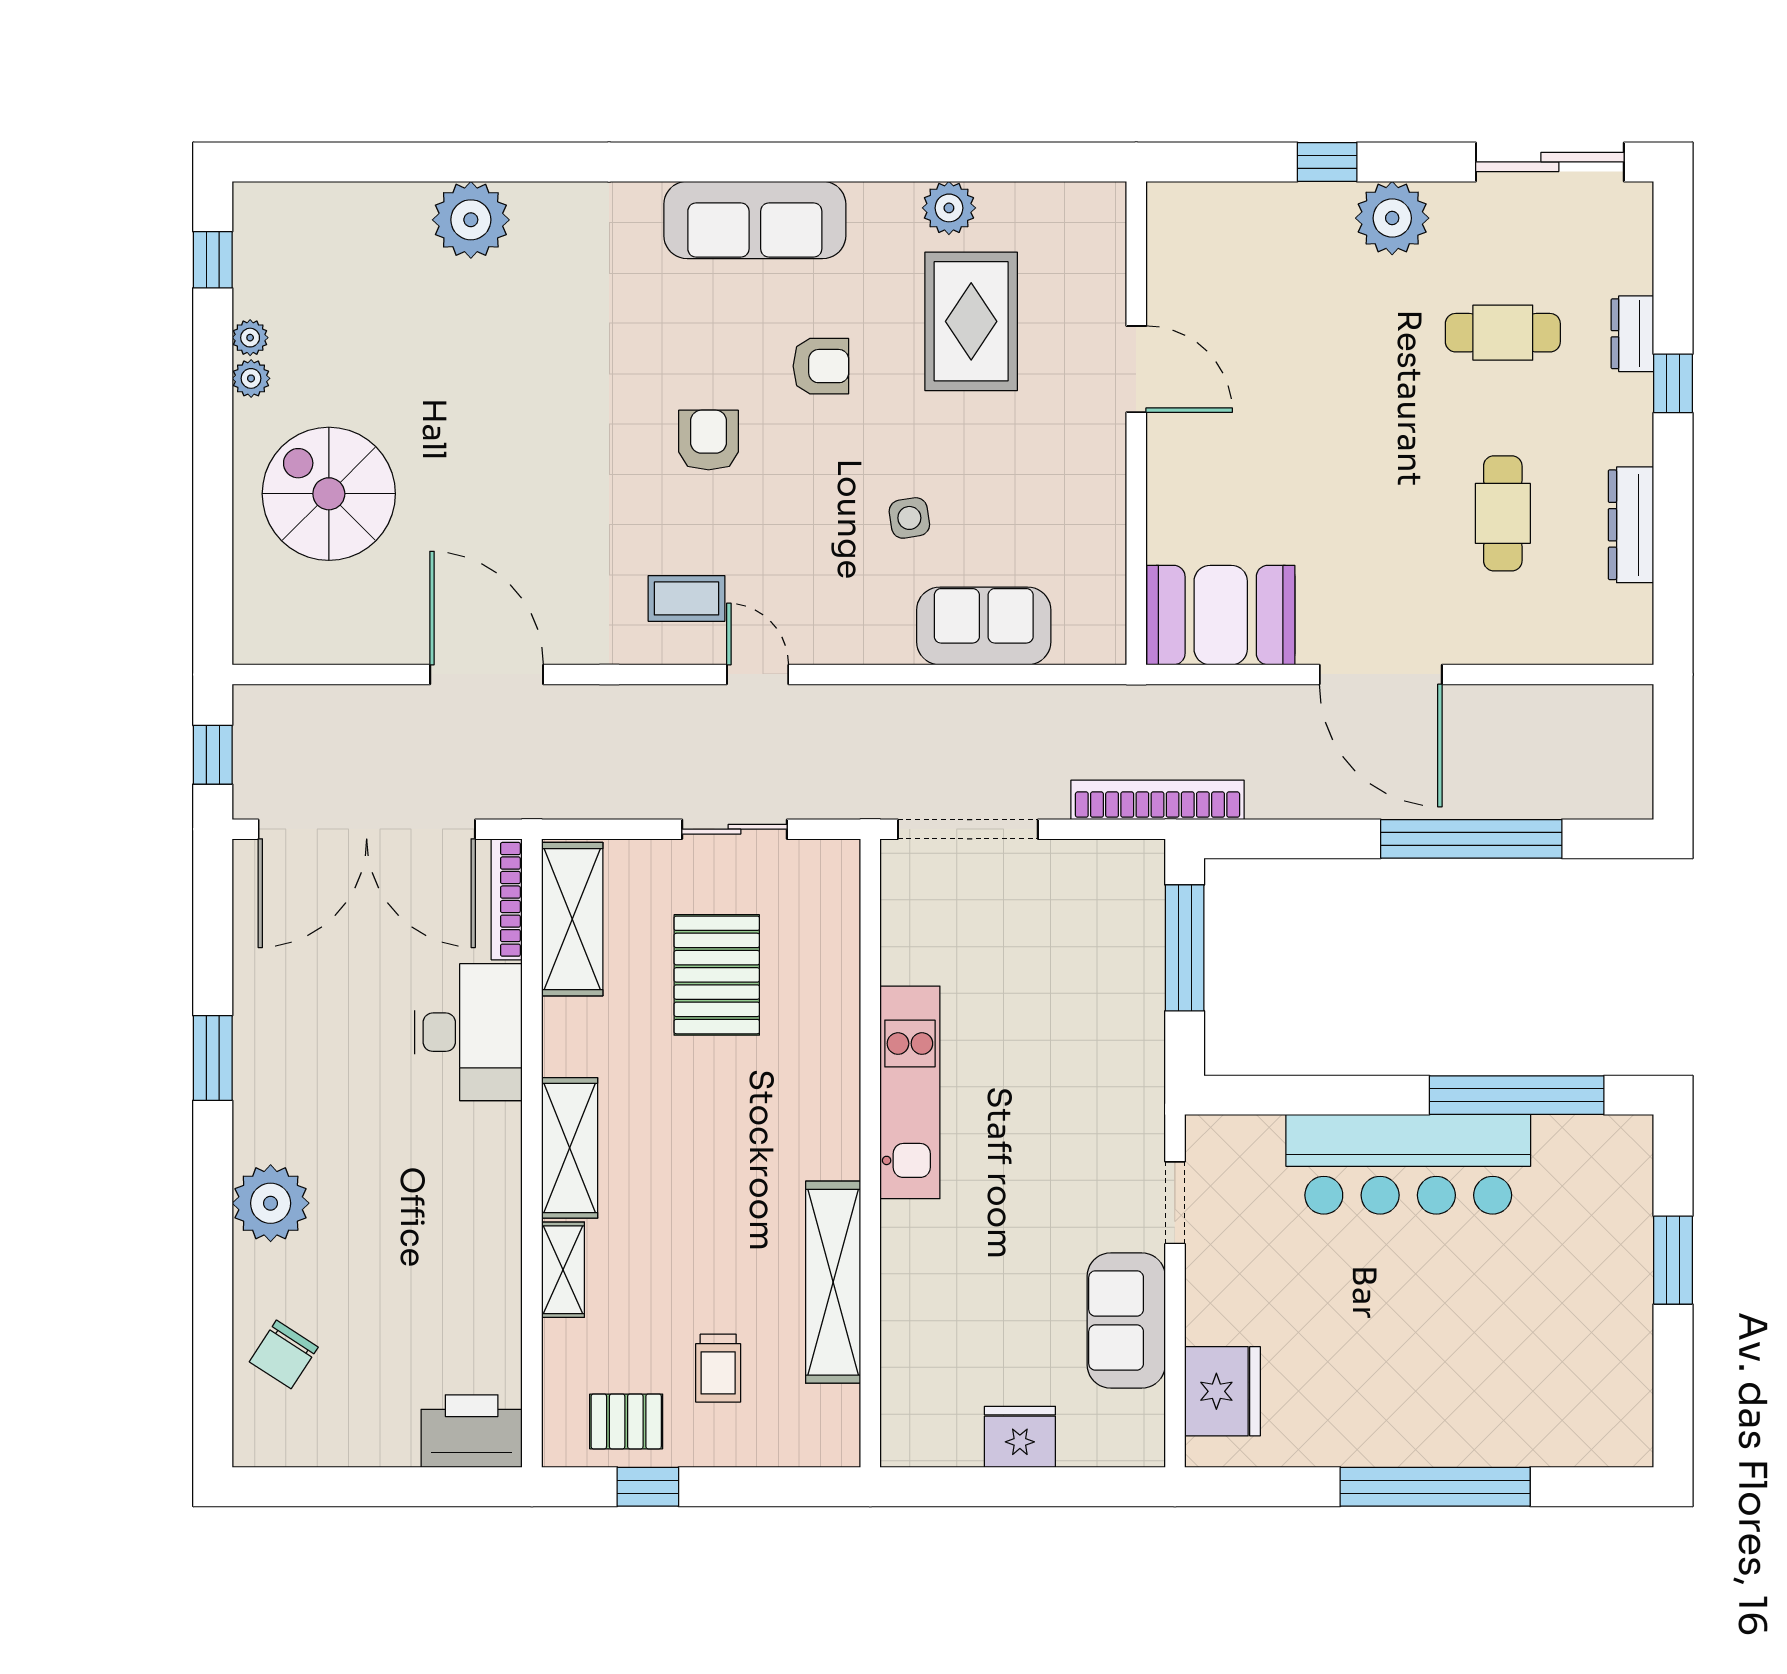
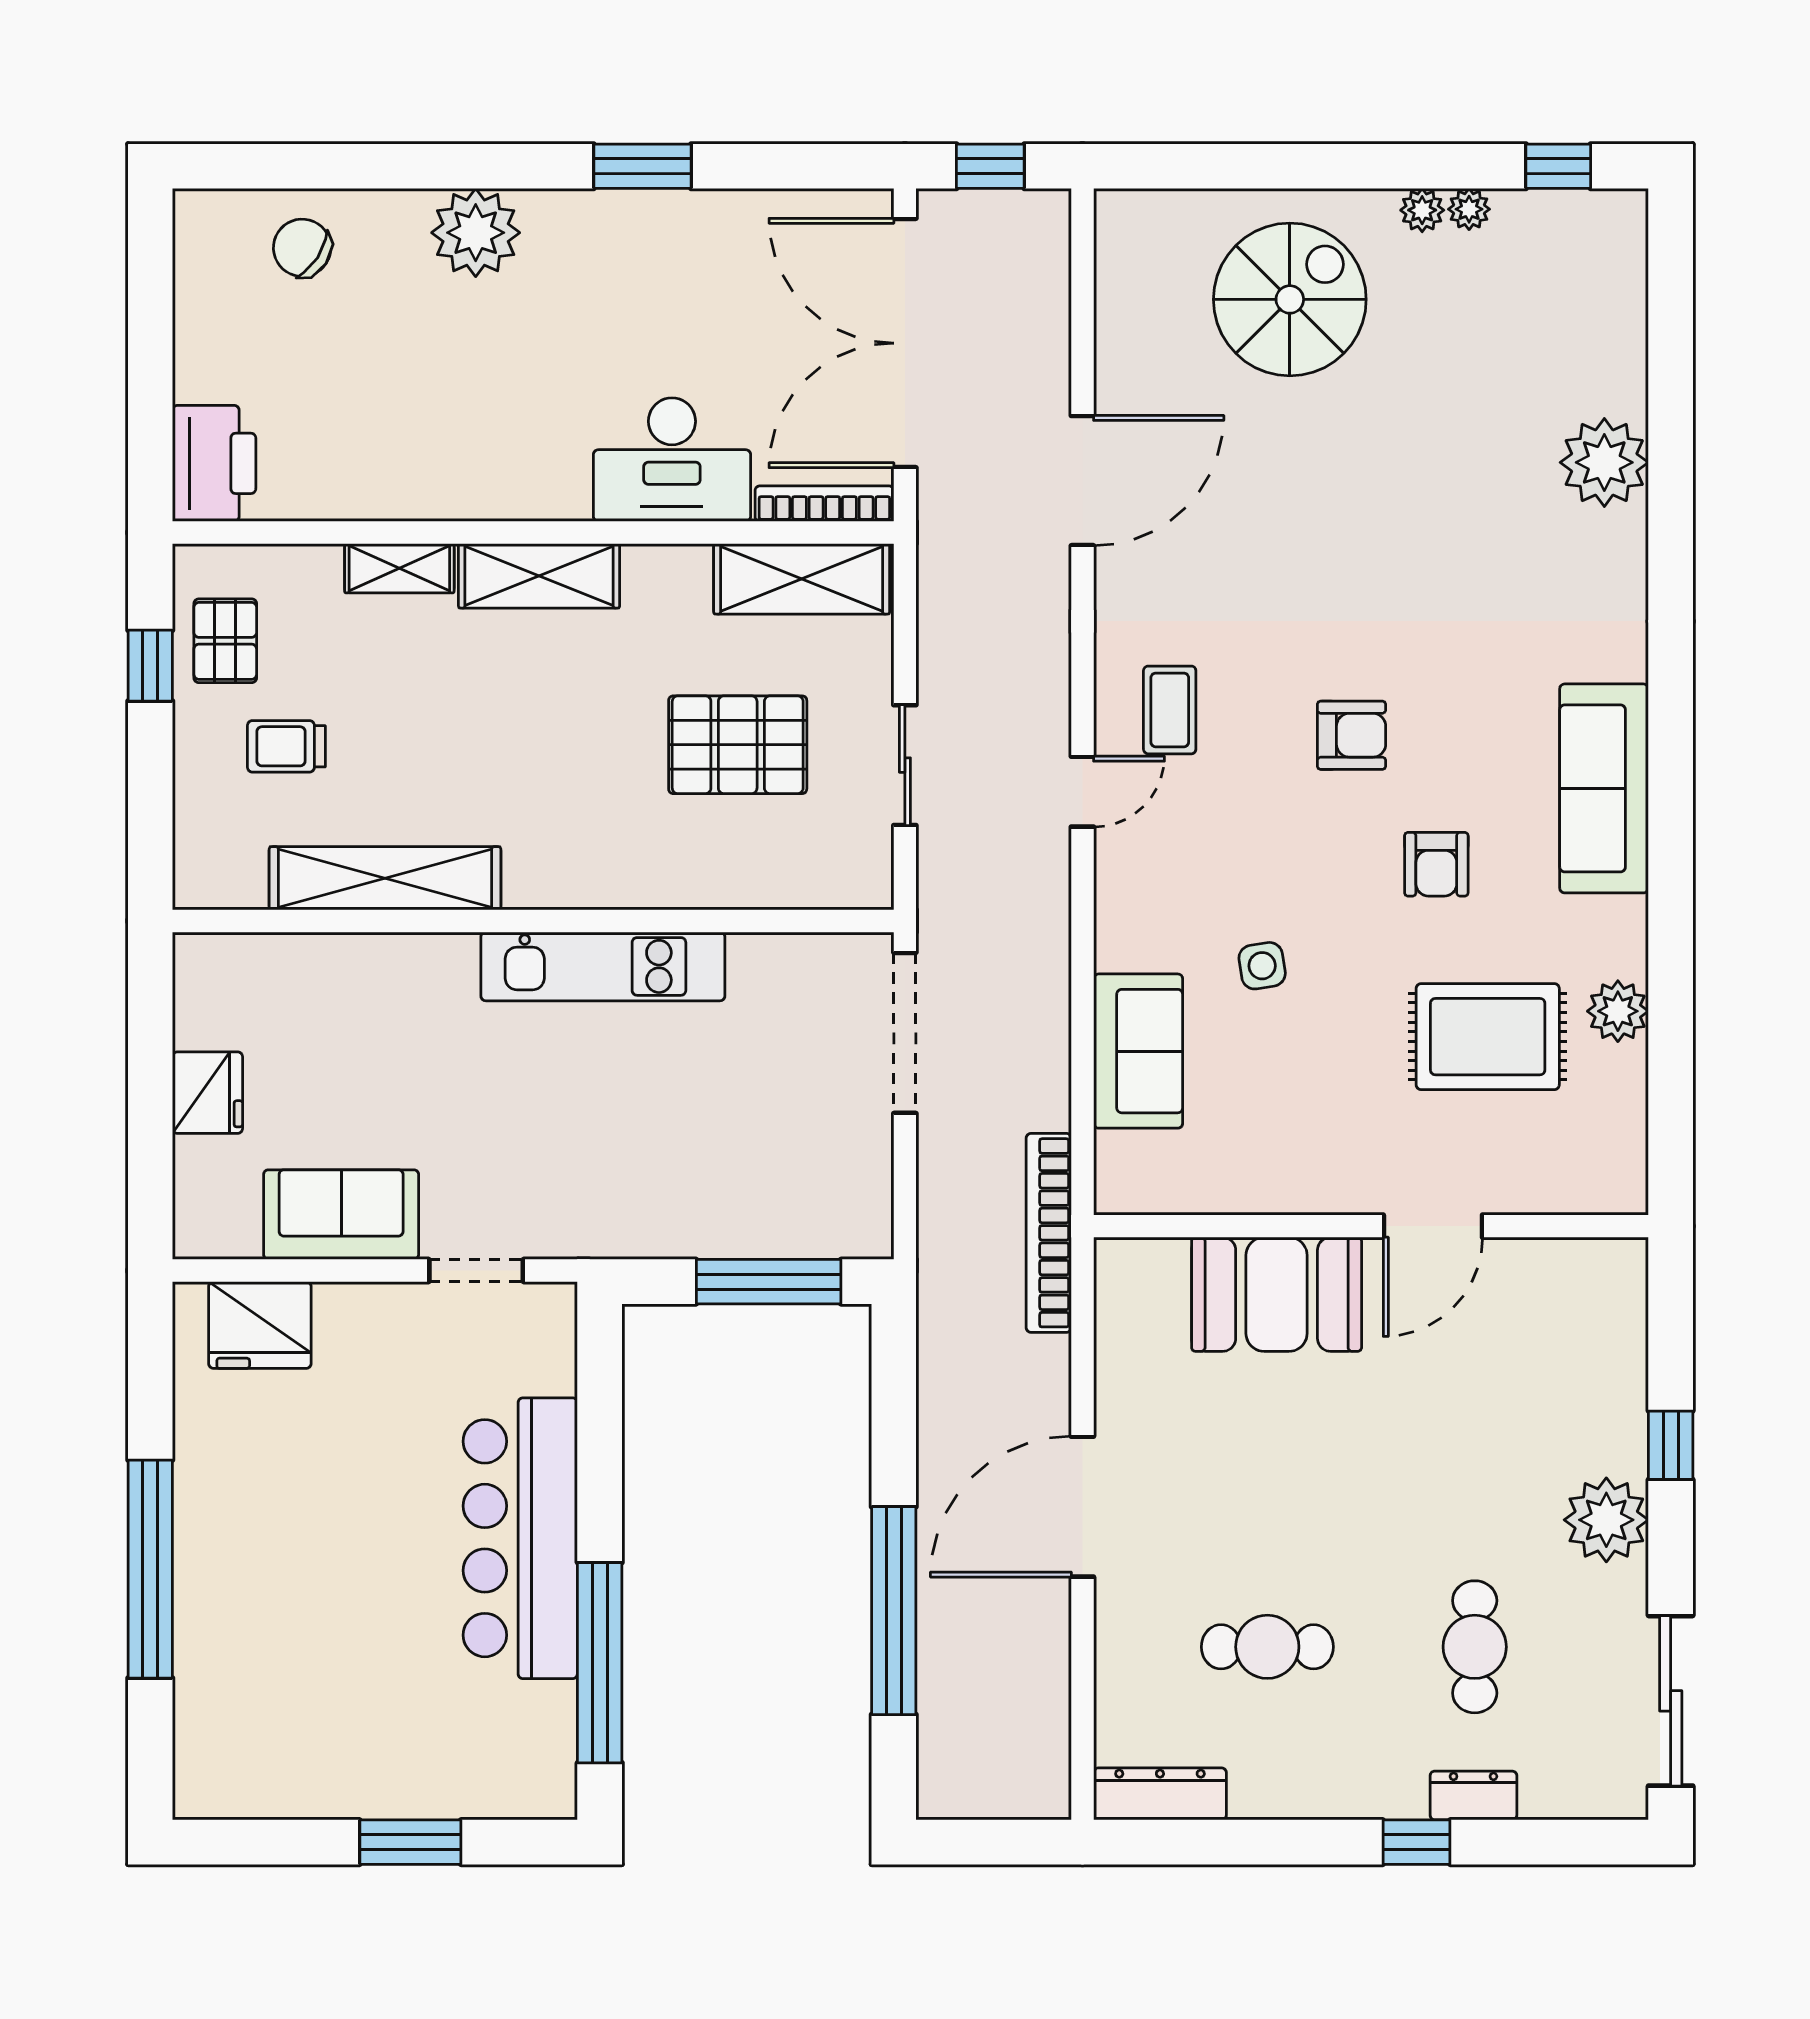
dresser: (1631, 525) -> (1160, 1794), moved
booth: (1221, 615) -> (1277, 1294), moved, turned 90
bookcase: (1157, 800) -> (1049, 1233), moved, turned 180

